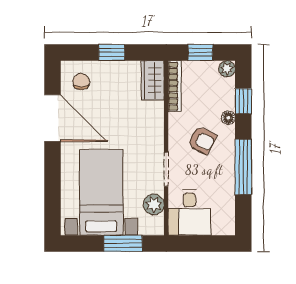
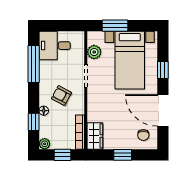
window: (243, 167) -> (34, 64), moved
window: (52, 178) -> (163, 70), added
desk: (190, 212) -> (55, 46), moved, turned -90

